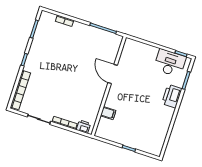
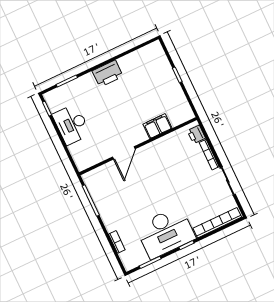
desk: (43, 55) -> (165, 232), added
desk: (170, 63) -> (71, 124), moved
printer: (172, 96) -> (108, 74), moved
filing cabinet: (108, 113) -> (157, 126), width x2.00

